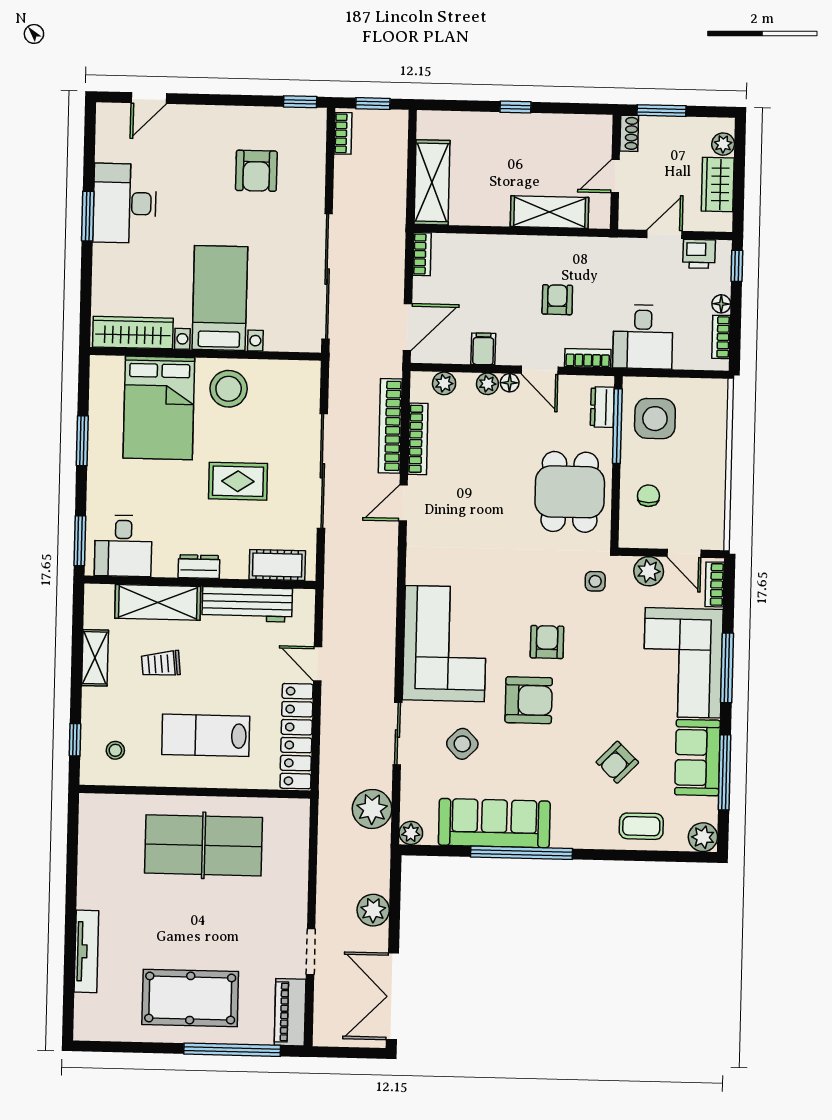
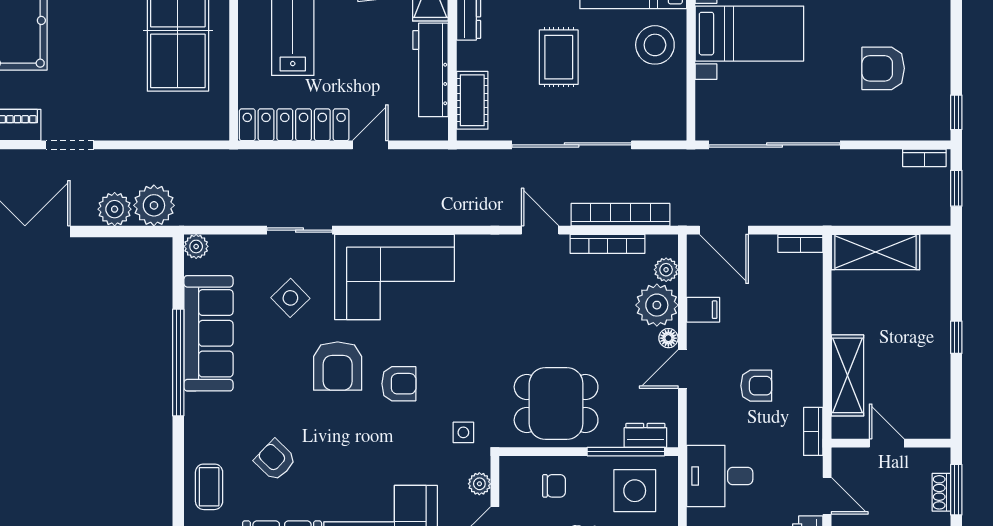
shoe rack: (629, 133) -> (941, 492), moved, turned 90
bookcase: (588, 358) -> (813, 431), moved, turned 180
plant: (487, 384) -> (657, 305), width x1.87, depth x1.87
plant: (649, 571) -> (479, 484), width x0.73, depth x0.73
plant: (372, 809) -> (154, 205), moved

